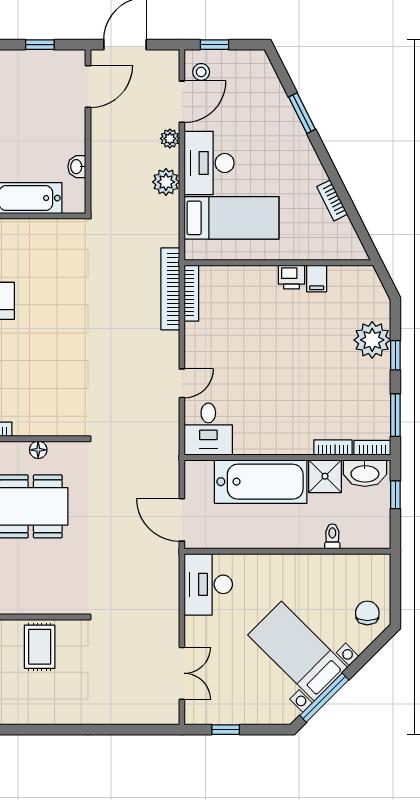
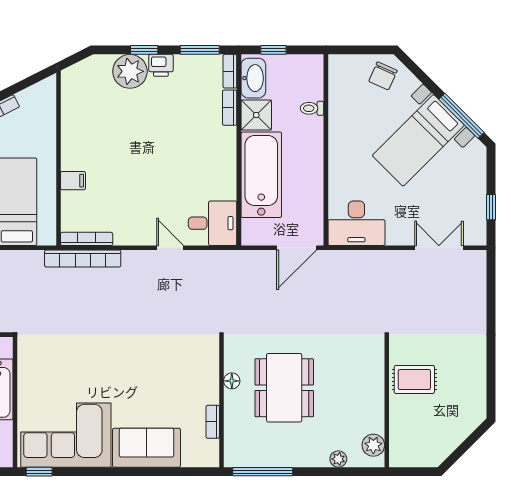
printer: (292, 277) -> (161, 65), moved, turned 90
filing cabinet: (317, 278) -> (73, 181), moved
chair: (367, 613) -> (383, 76), turned -66

